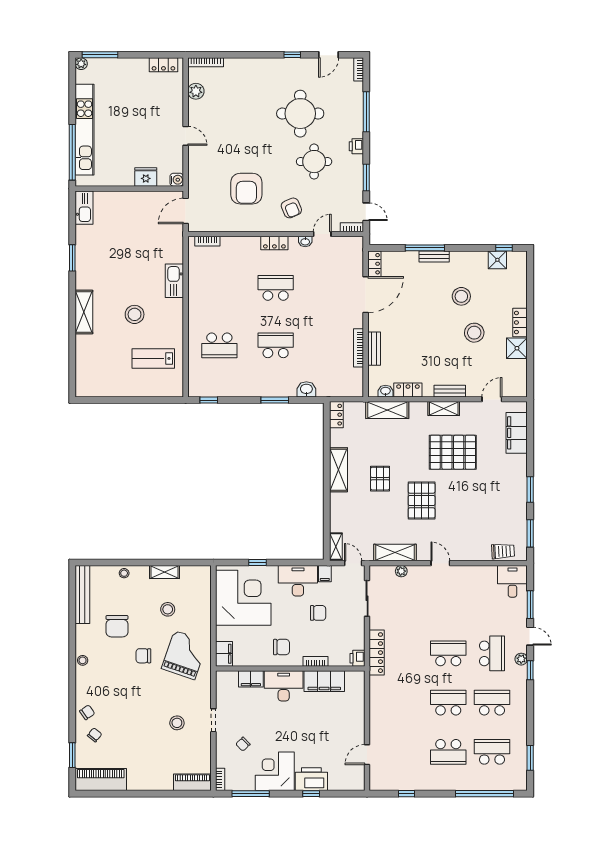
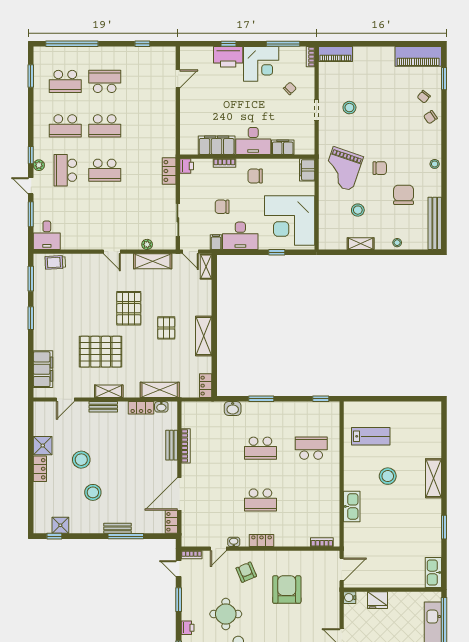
locker: (377, 653) -> (169, 171), width x0.66

